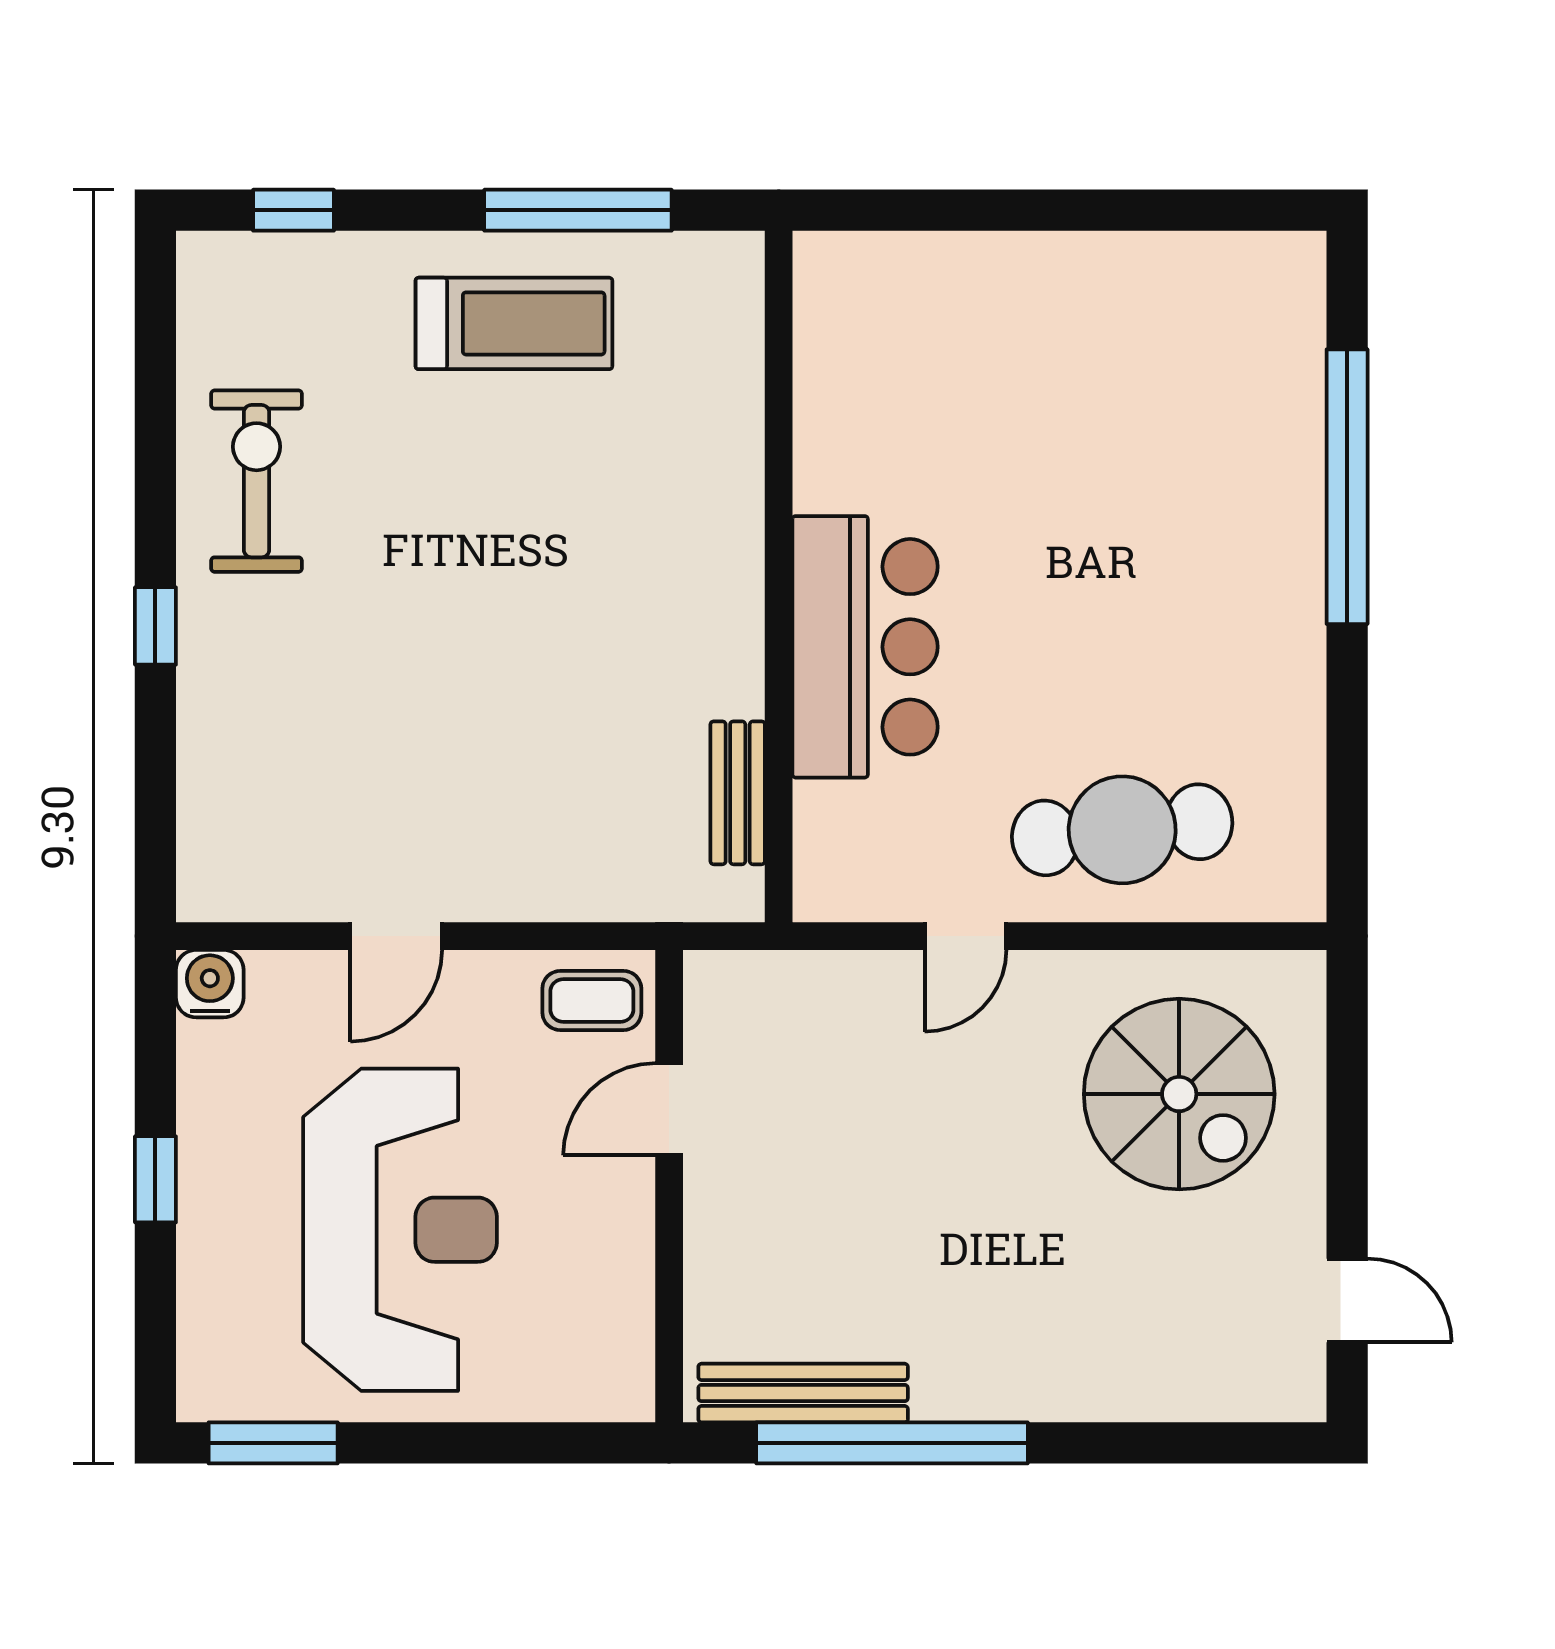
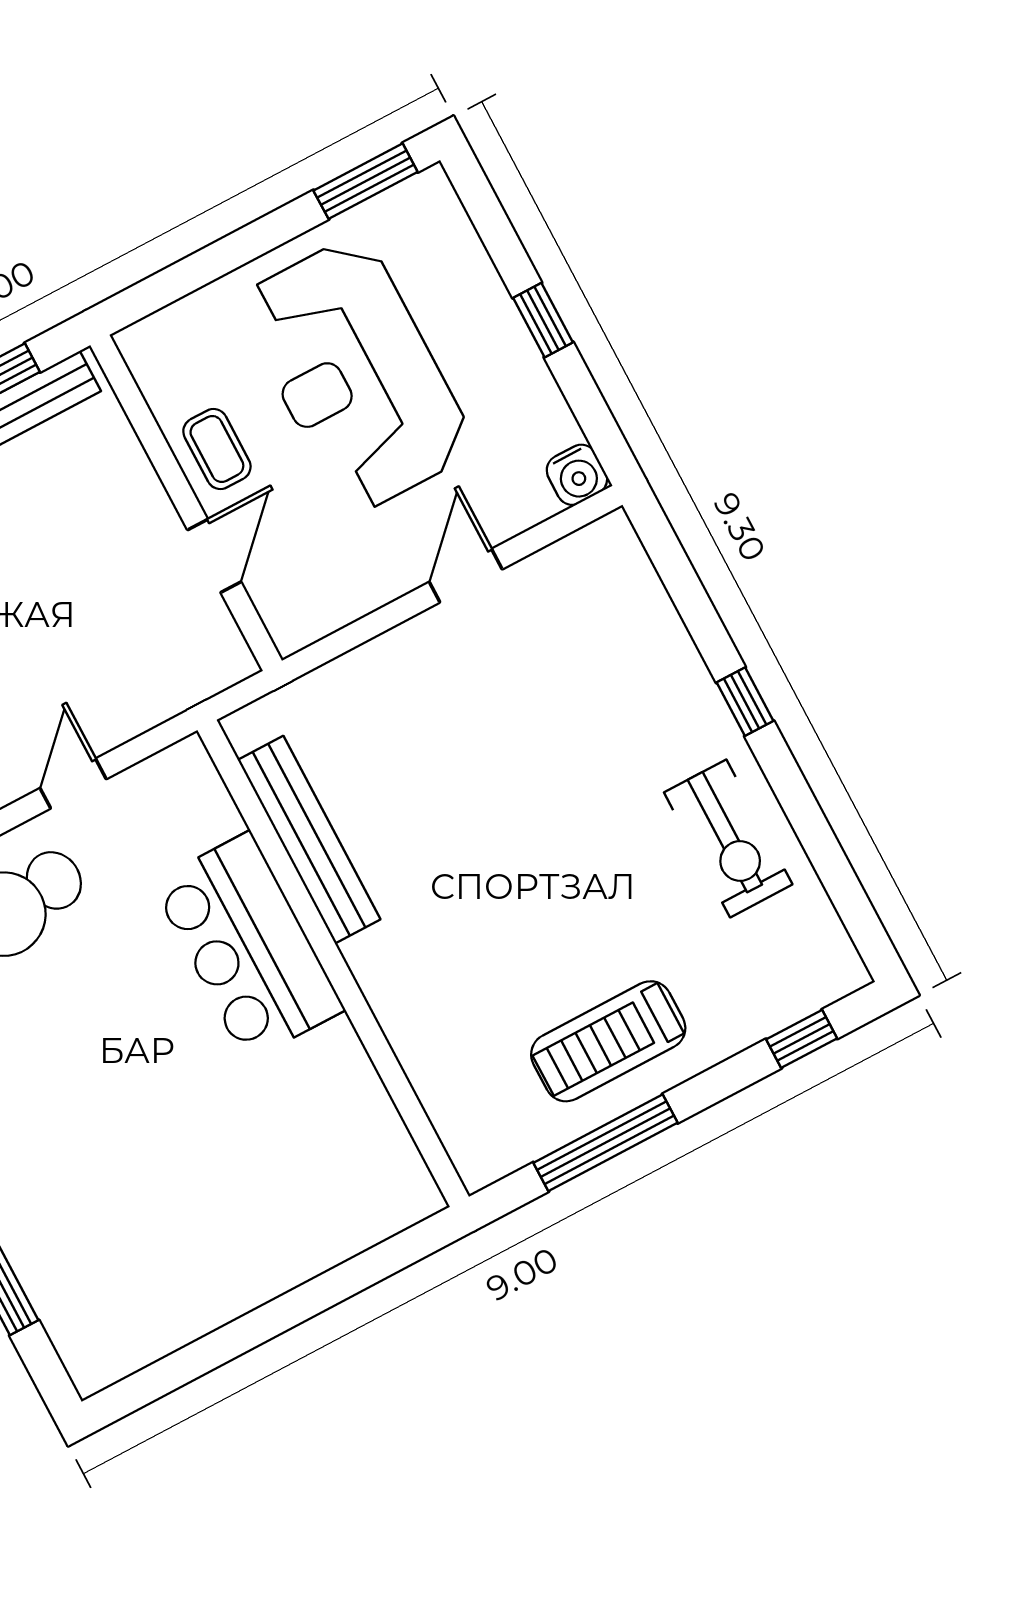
bench: (738, 793) -> (309, 840), width x1.86, depth x1.21
coffee table: (592, 1001) -> (217, 449), moved, turned 90

